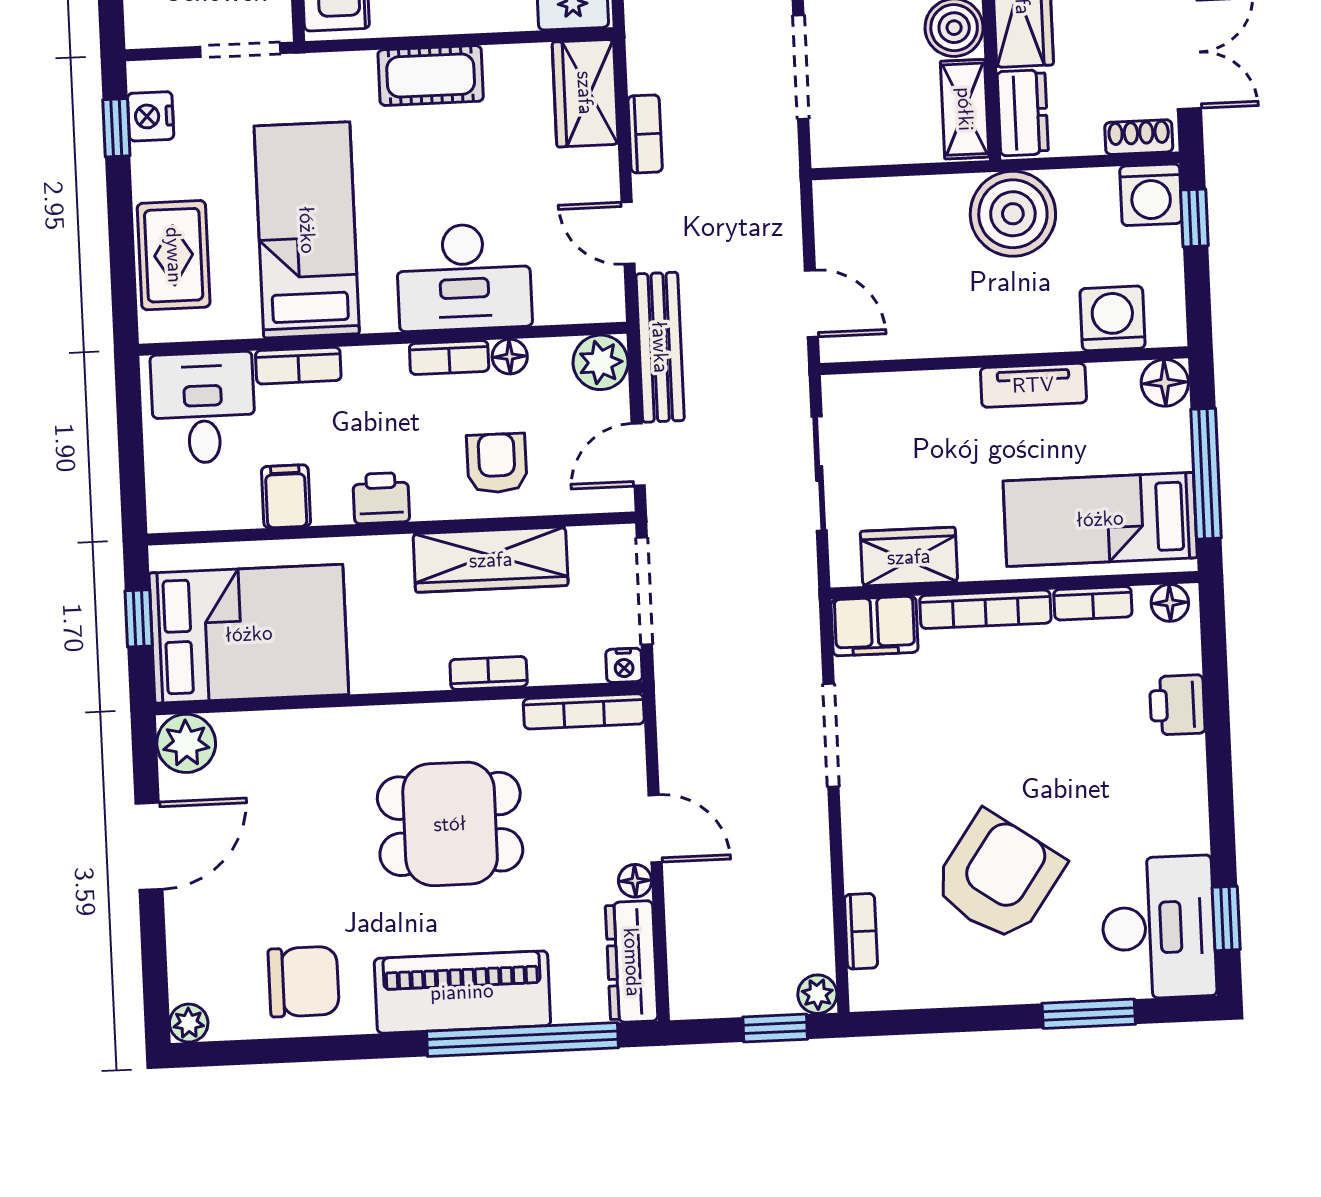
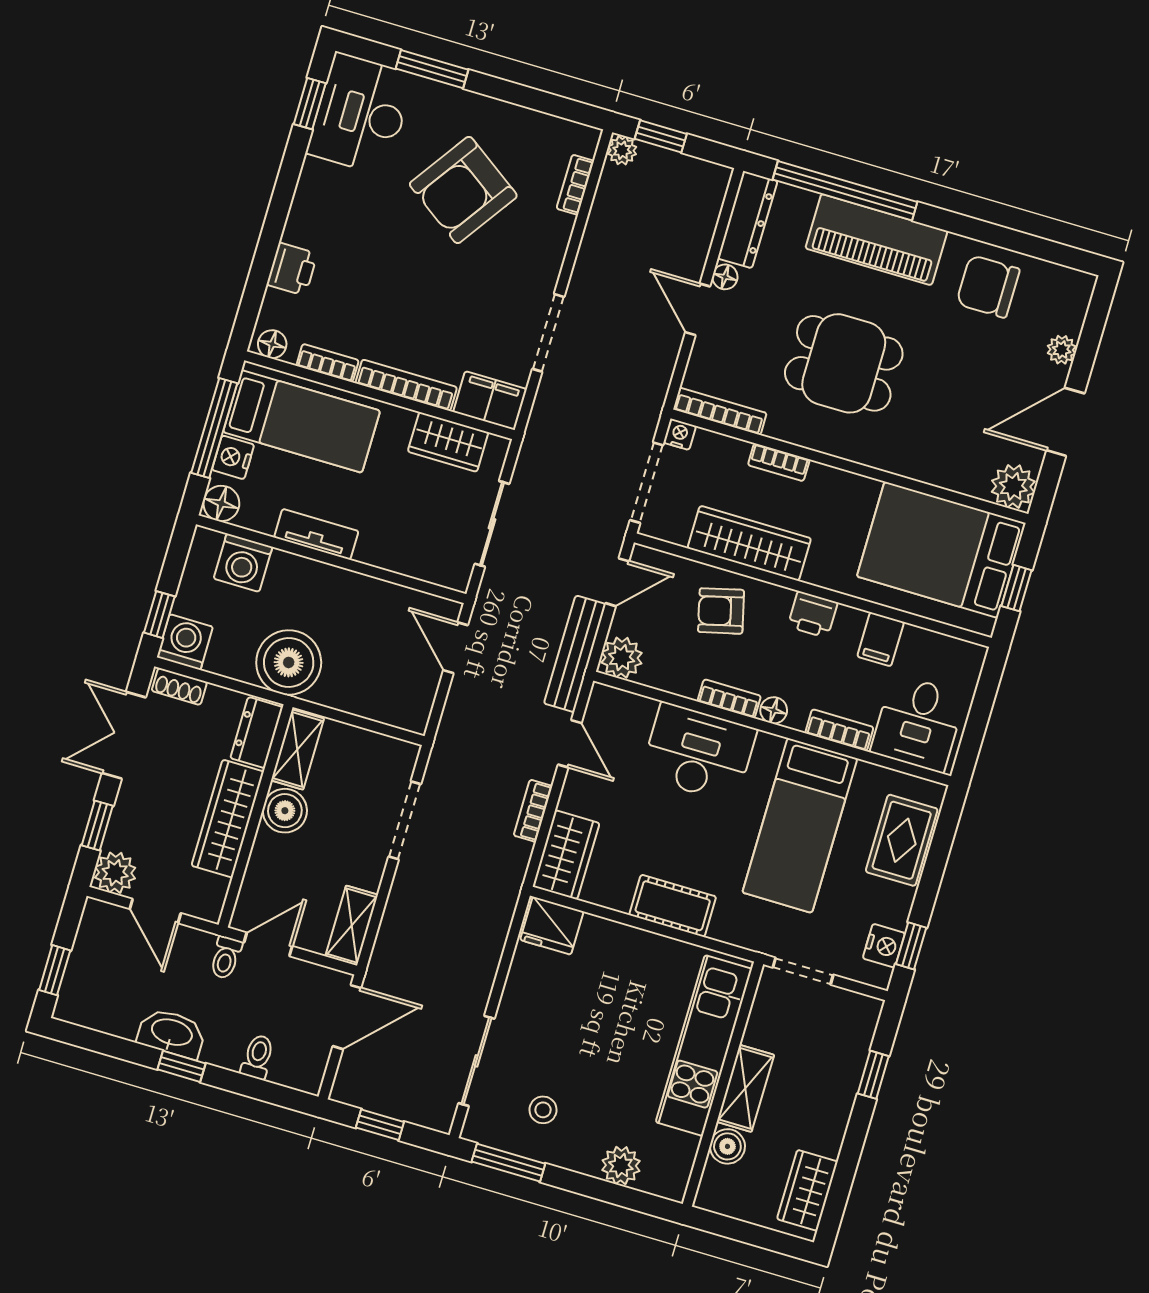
floor lamp: (510, 357) -> (774, 710), moved
nightstand: (1170, 445) -> (233, 457), added
armchair: (497, 463) -> (721, 611), turned 76
plant: (189, 1023) -> (1062, 350), moved

